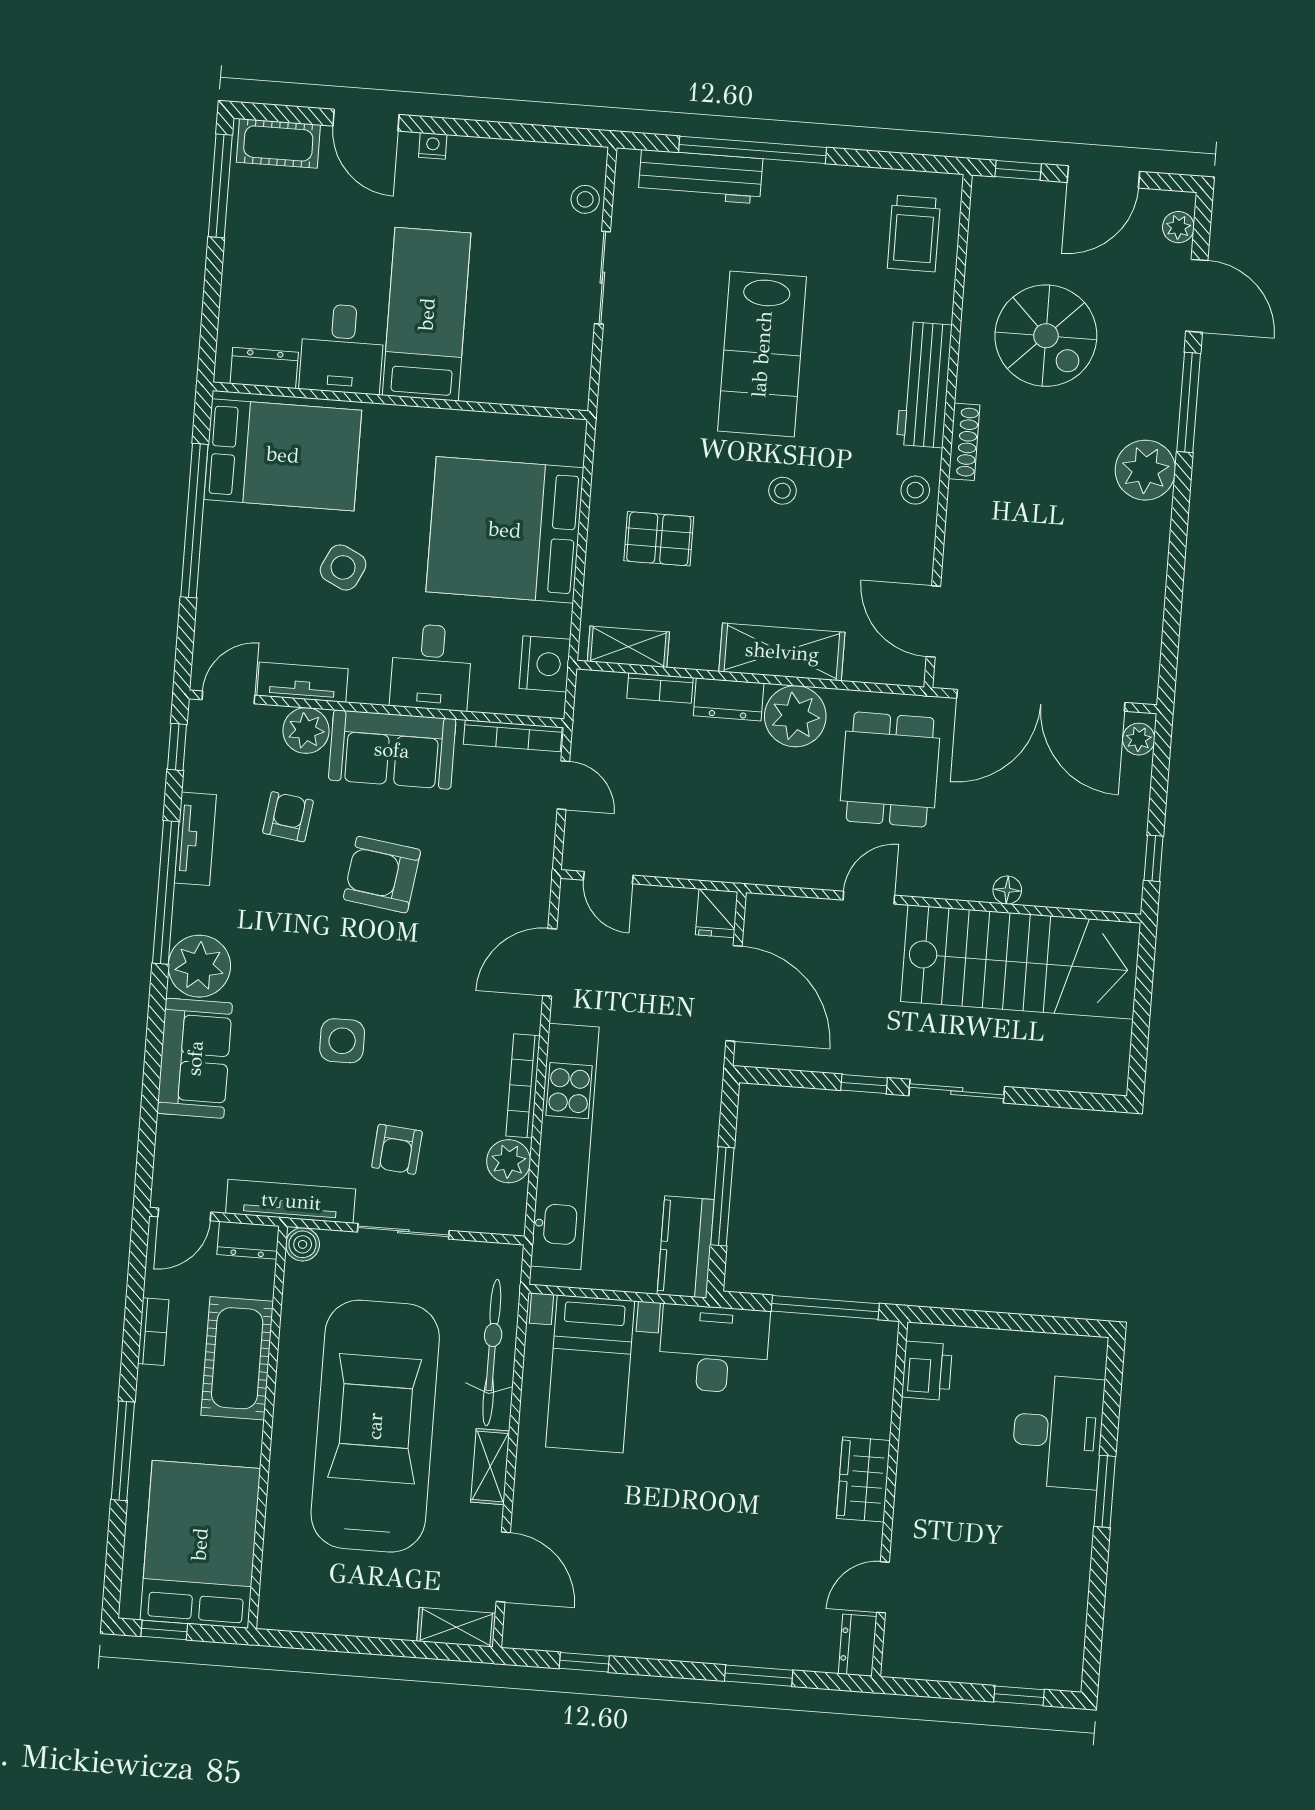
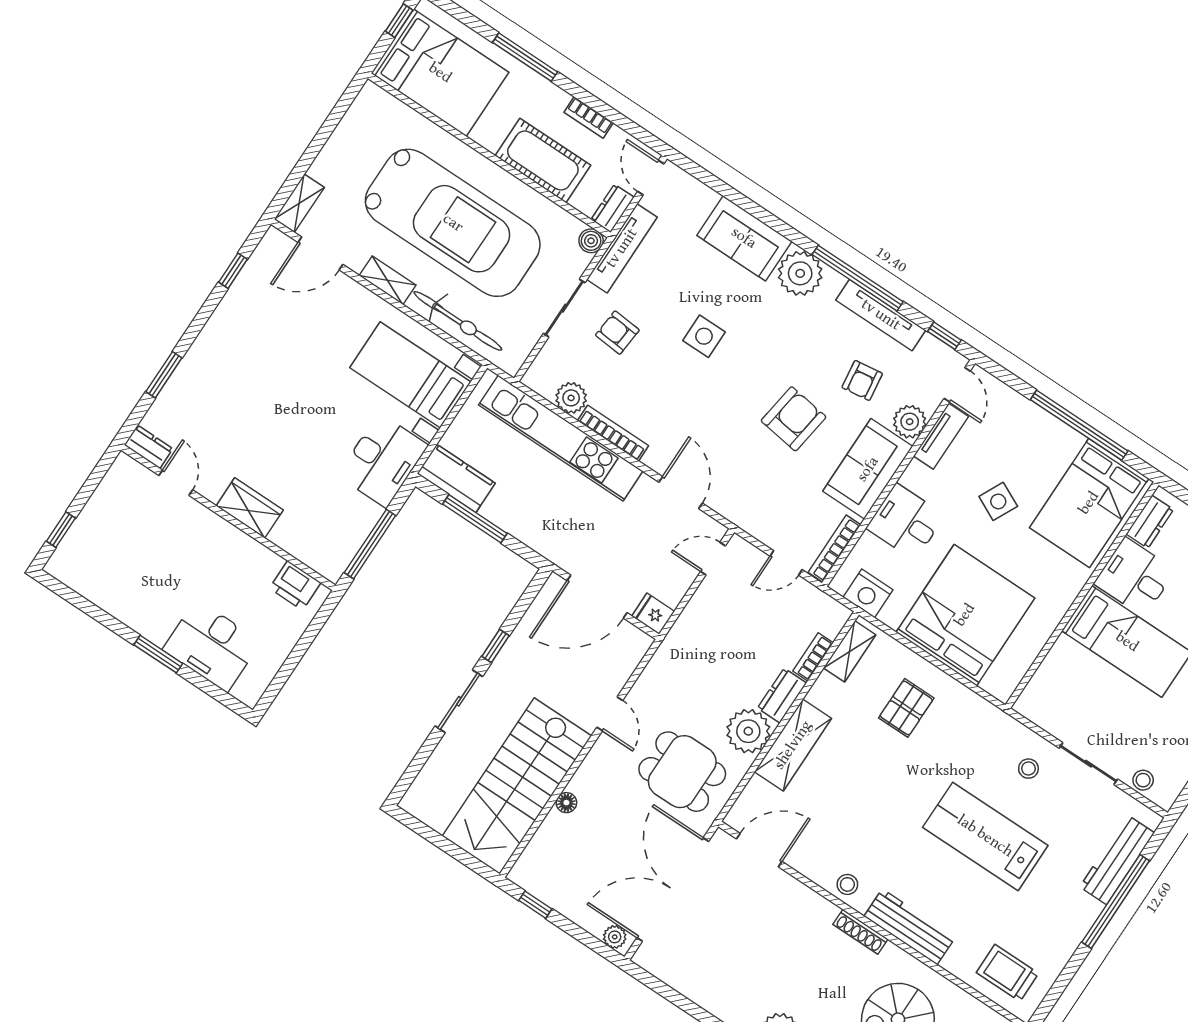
stool: (782, 491) -> (1028, 769), moved
armchair: (288, 817) -> (862, 380), turned 74
tv unit: (195, 839) -> (881, 315), width x1.41

